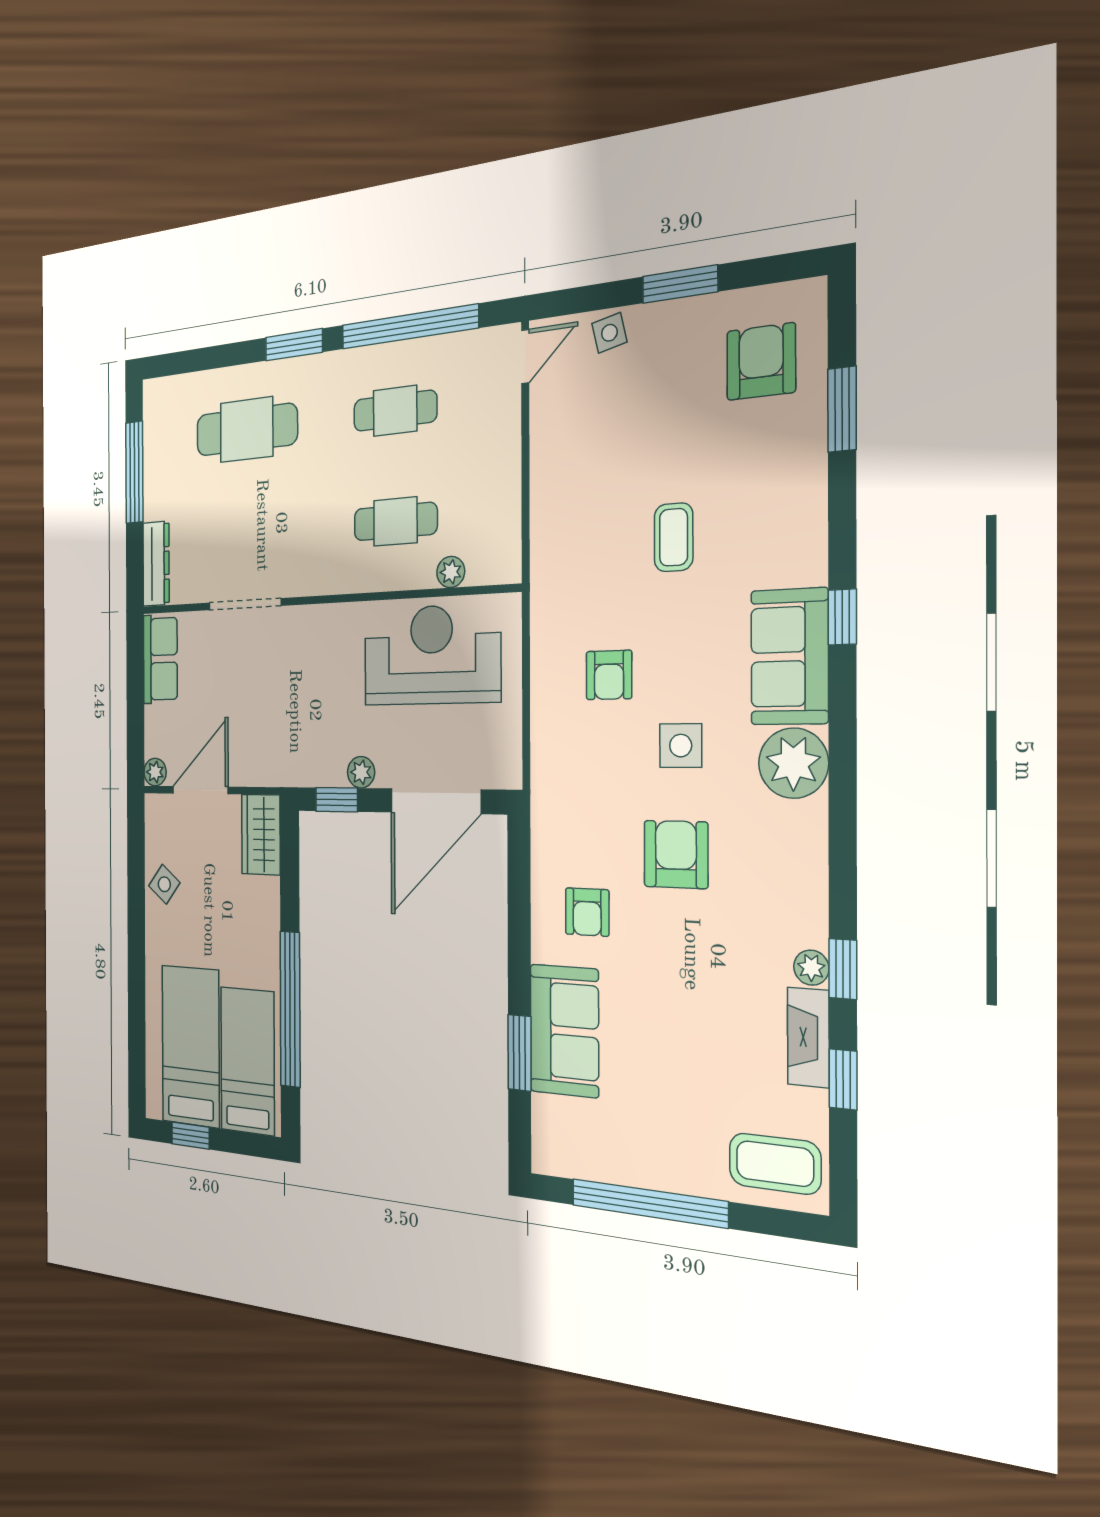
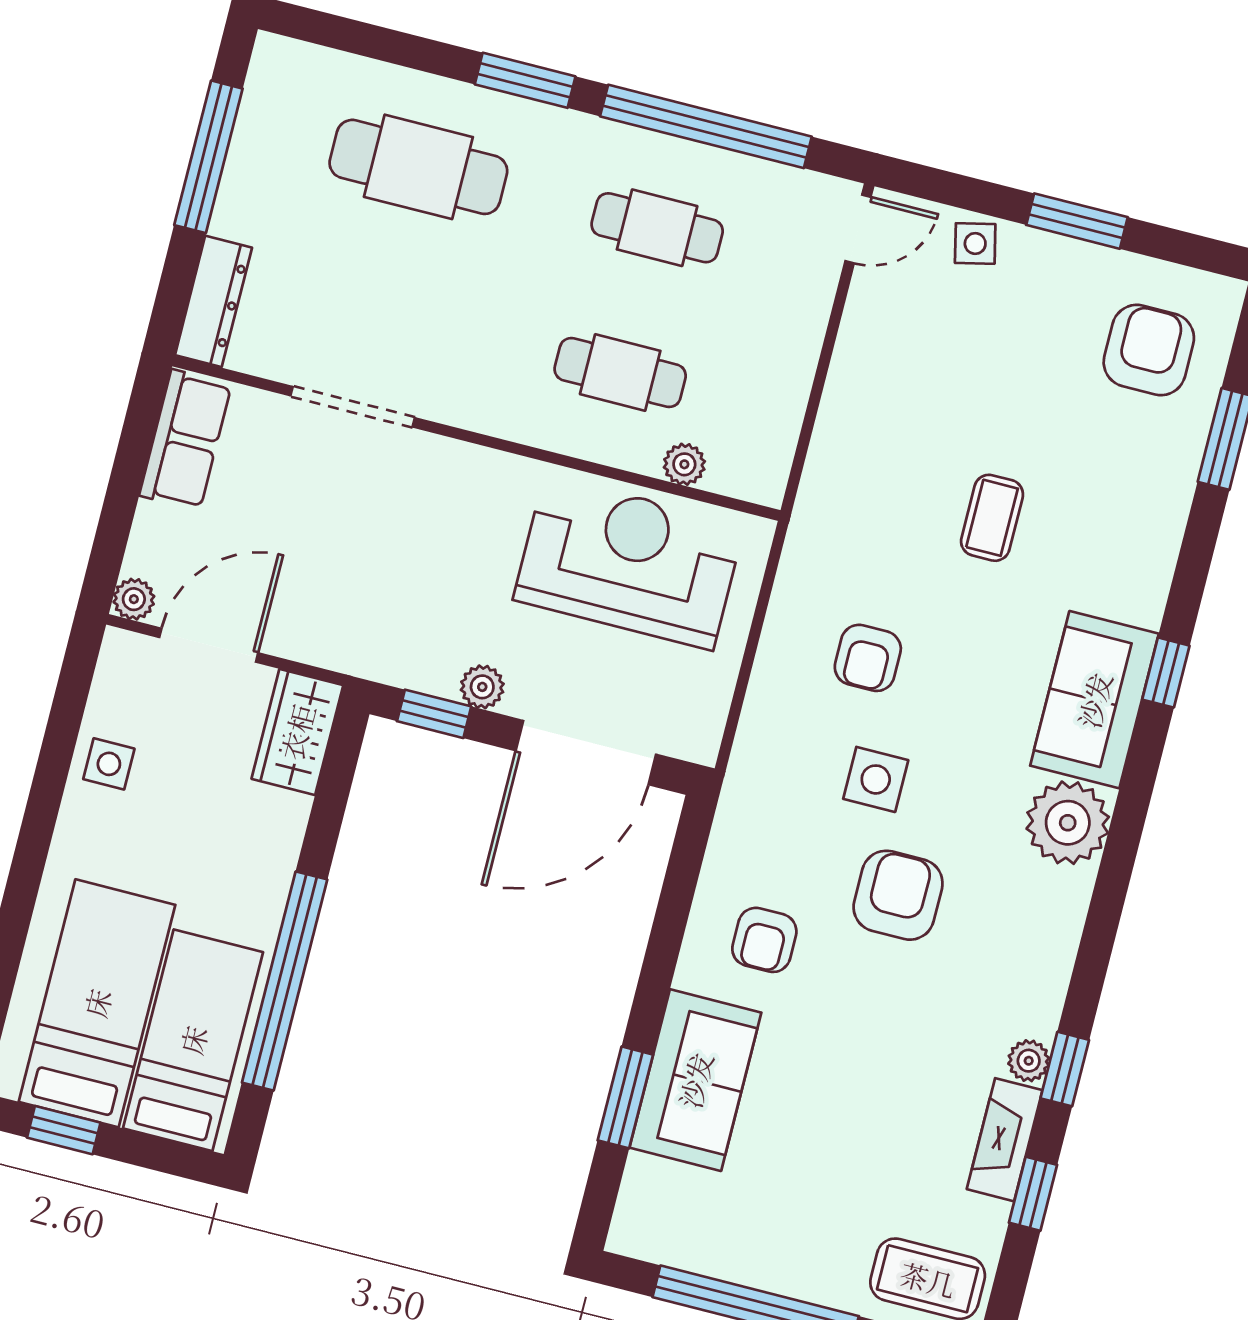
side table: (681, 746) -> (876, 779), moved
side table: (164, 884) -> (109, 764), turned -38

